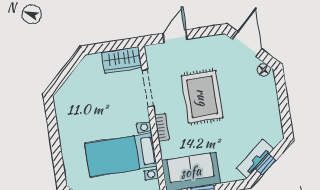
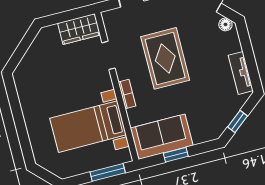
doorway: (148, 88) -> (109, 55), width x0.73
tv unit: (255, 159) -> (241, 73), moved, turned -51

